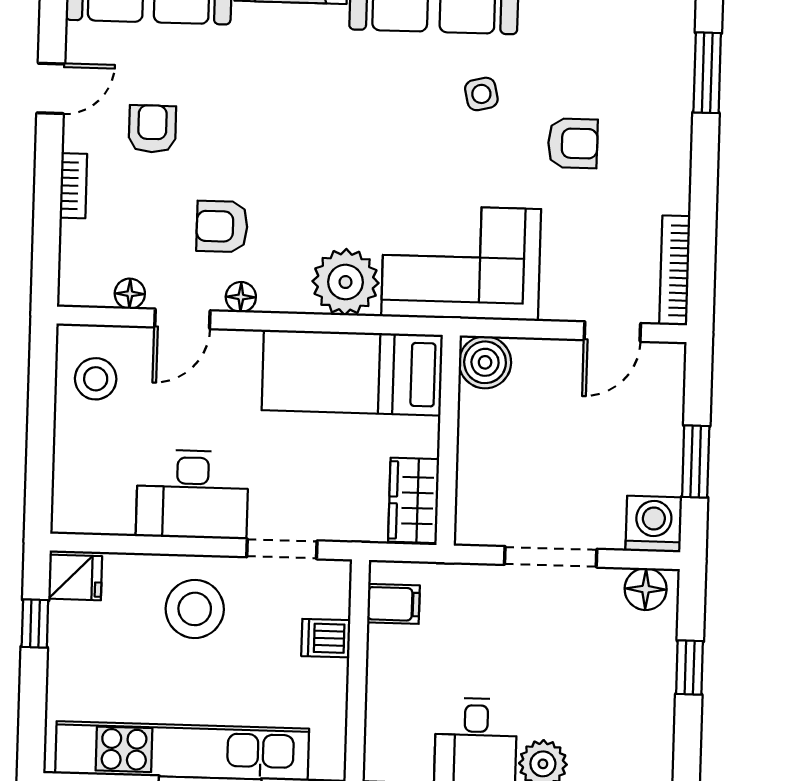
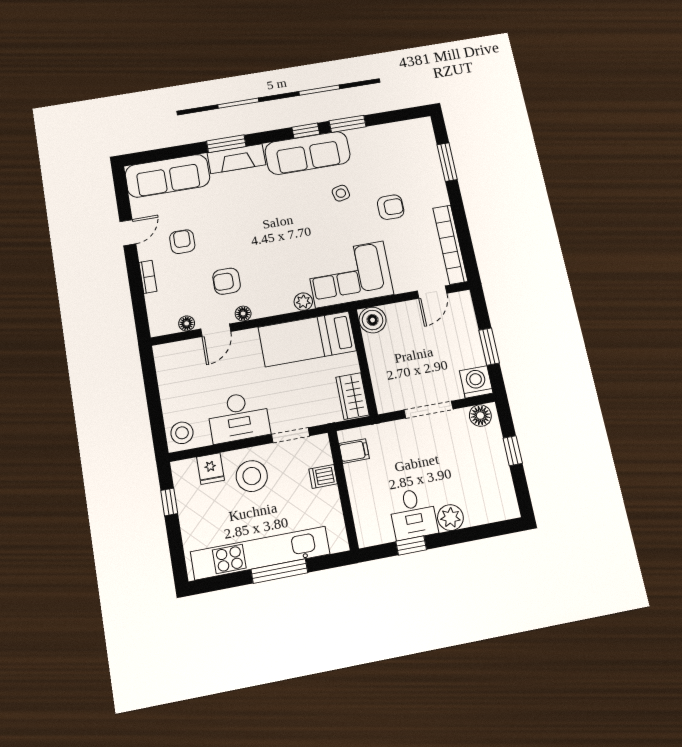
bookcase: (675, 270) -> (450, 245), width x1.48, depth x1.31
plant: (346, 282) -> (303, 302), width x0.53, depth x0.53
stool: (96, 379) -> (182, 433), moved
fridge: (75, 577) -> (211, 469), moved, turned 90

